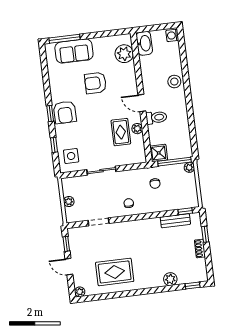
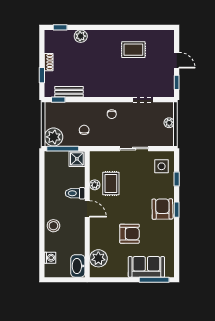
washing machine: (172, 35) -> (50, 258), moved
plant: (189, 167) -> (54, 137), width x1.87, depth x1.87
rug: (115, 272) -> (133, 50), width x0.73, depth x0.70
plant: (80, 292) -> (169, 35), removed

